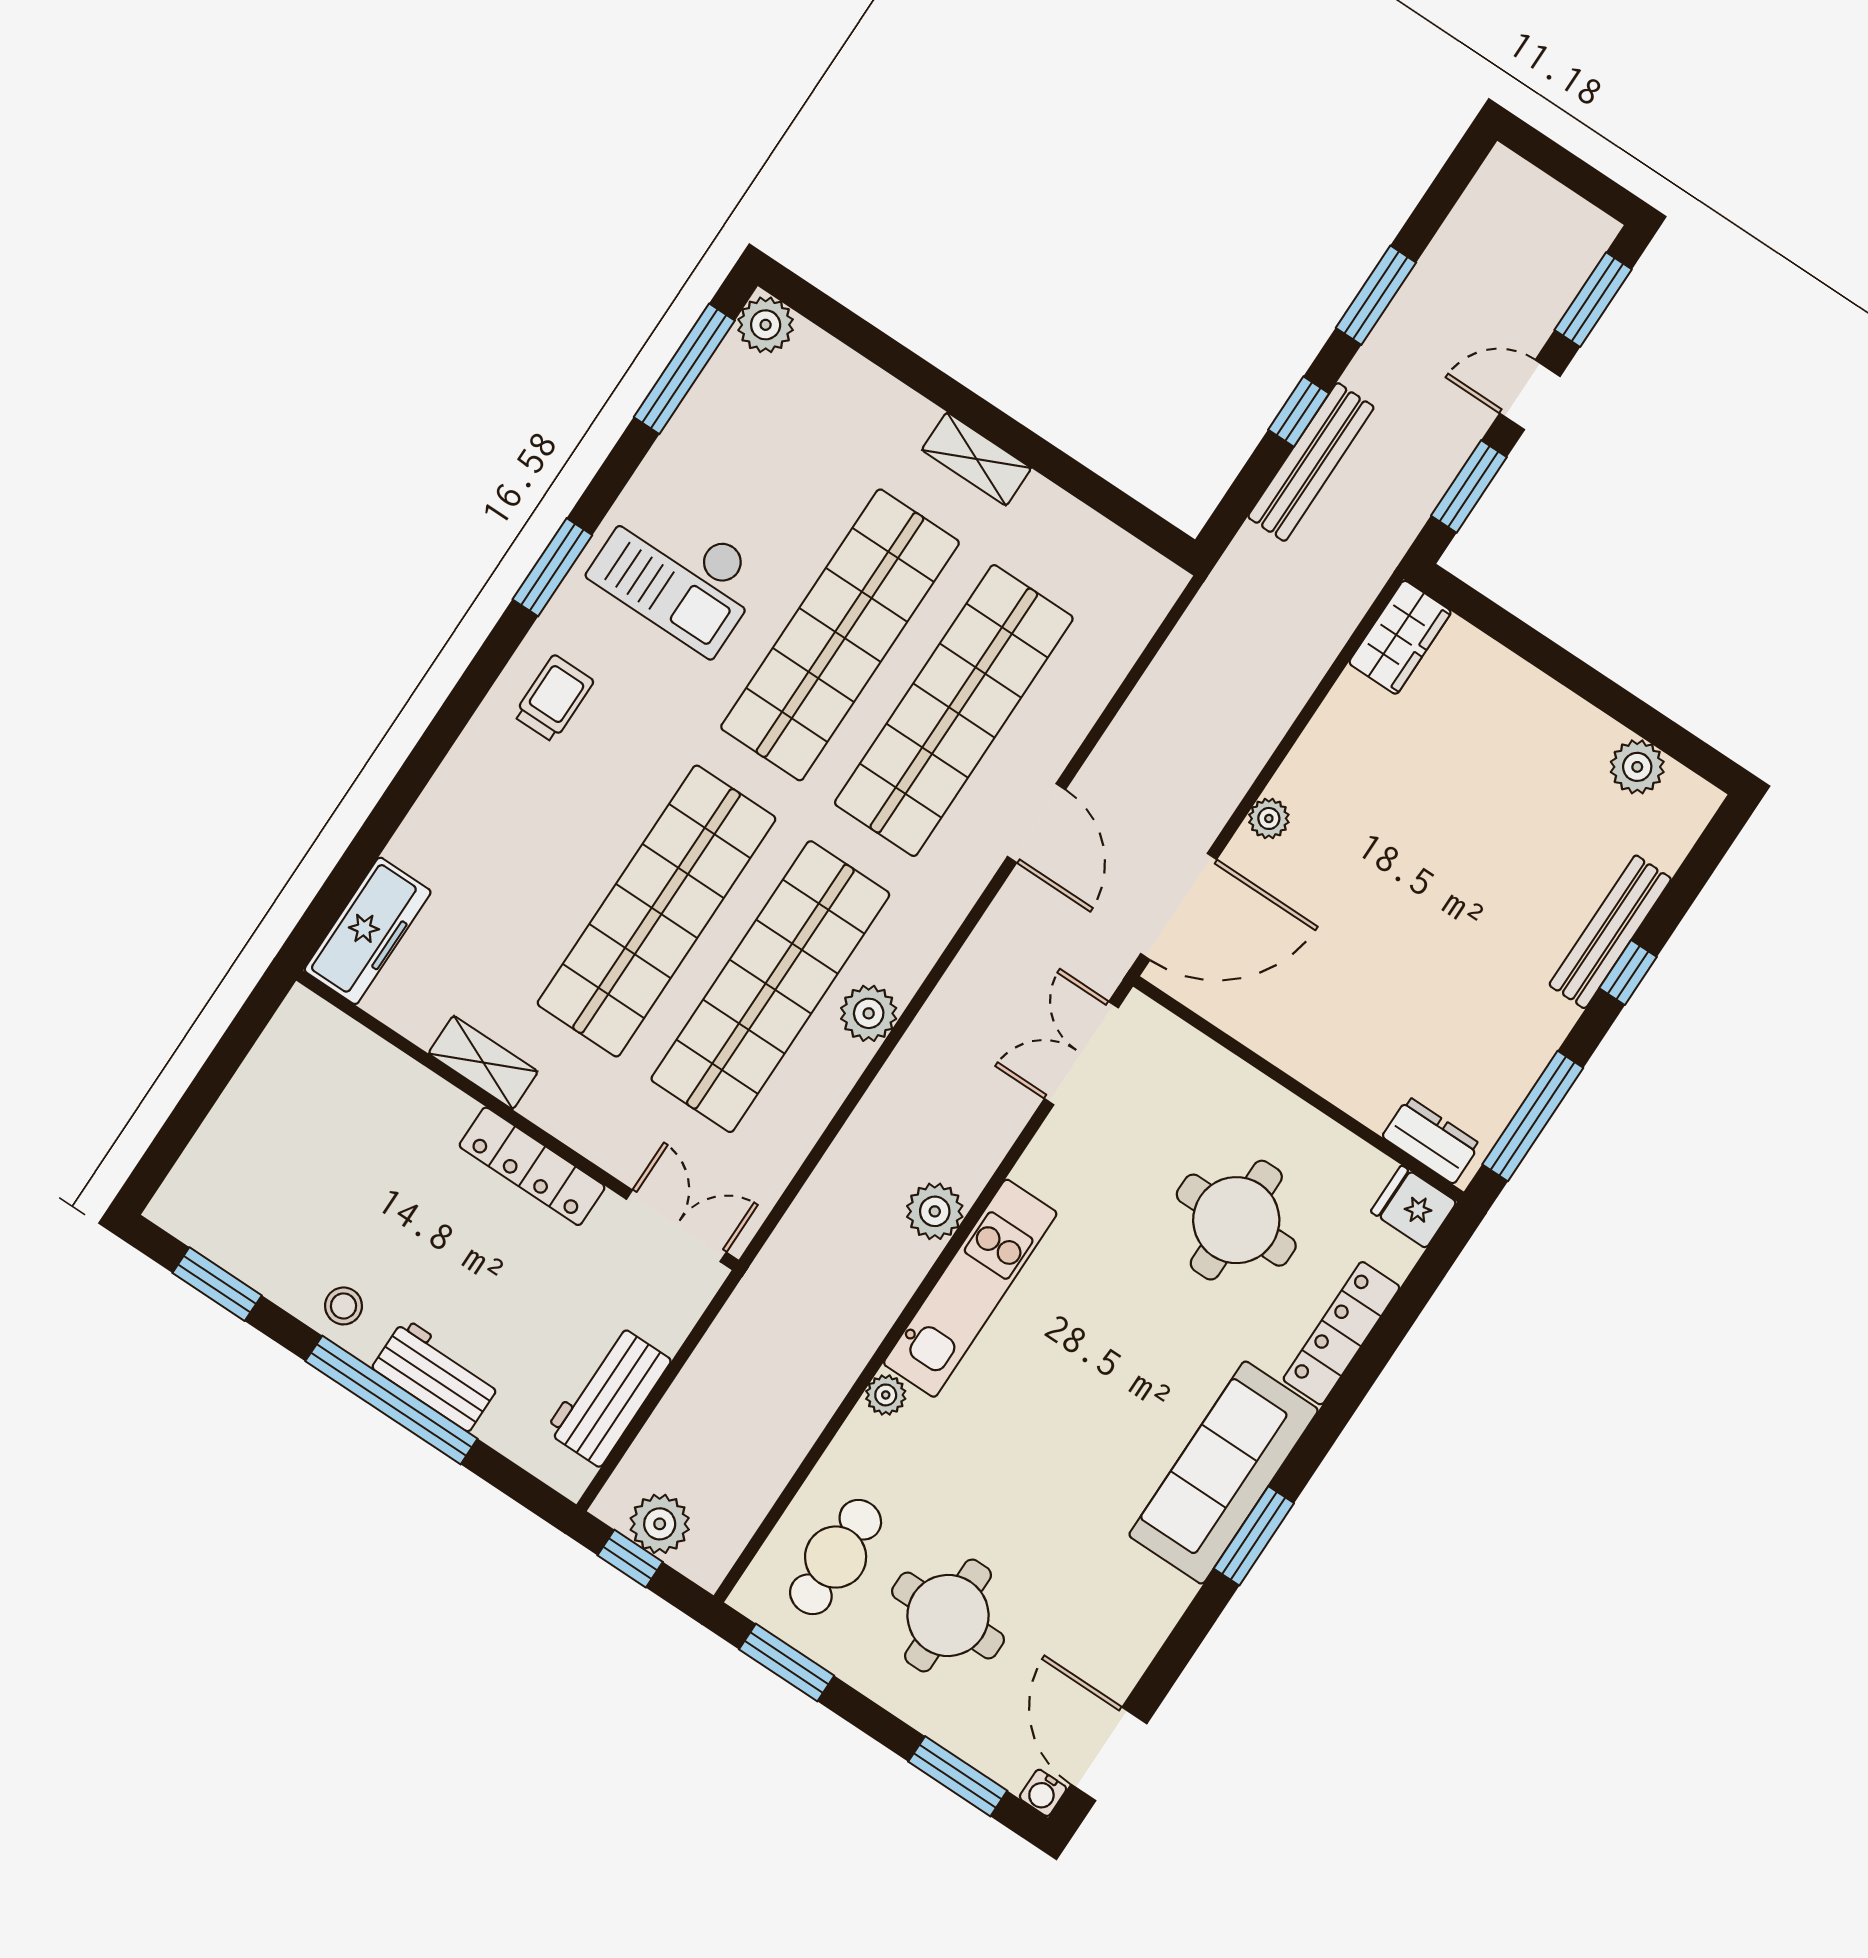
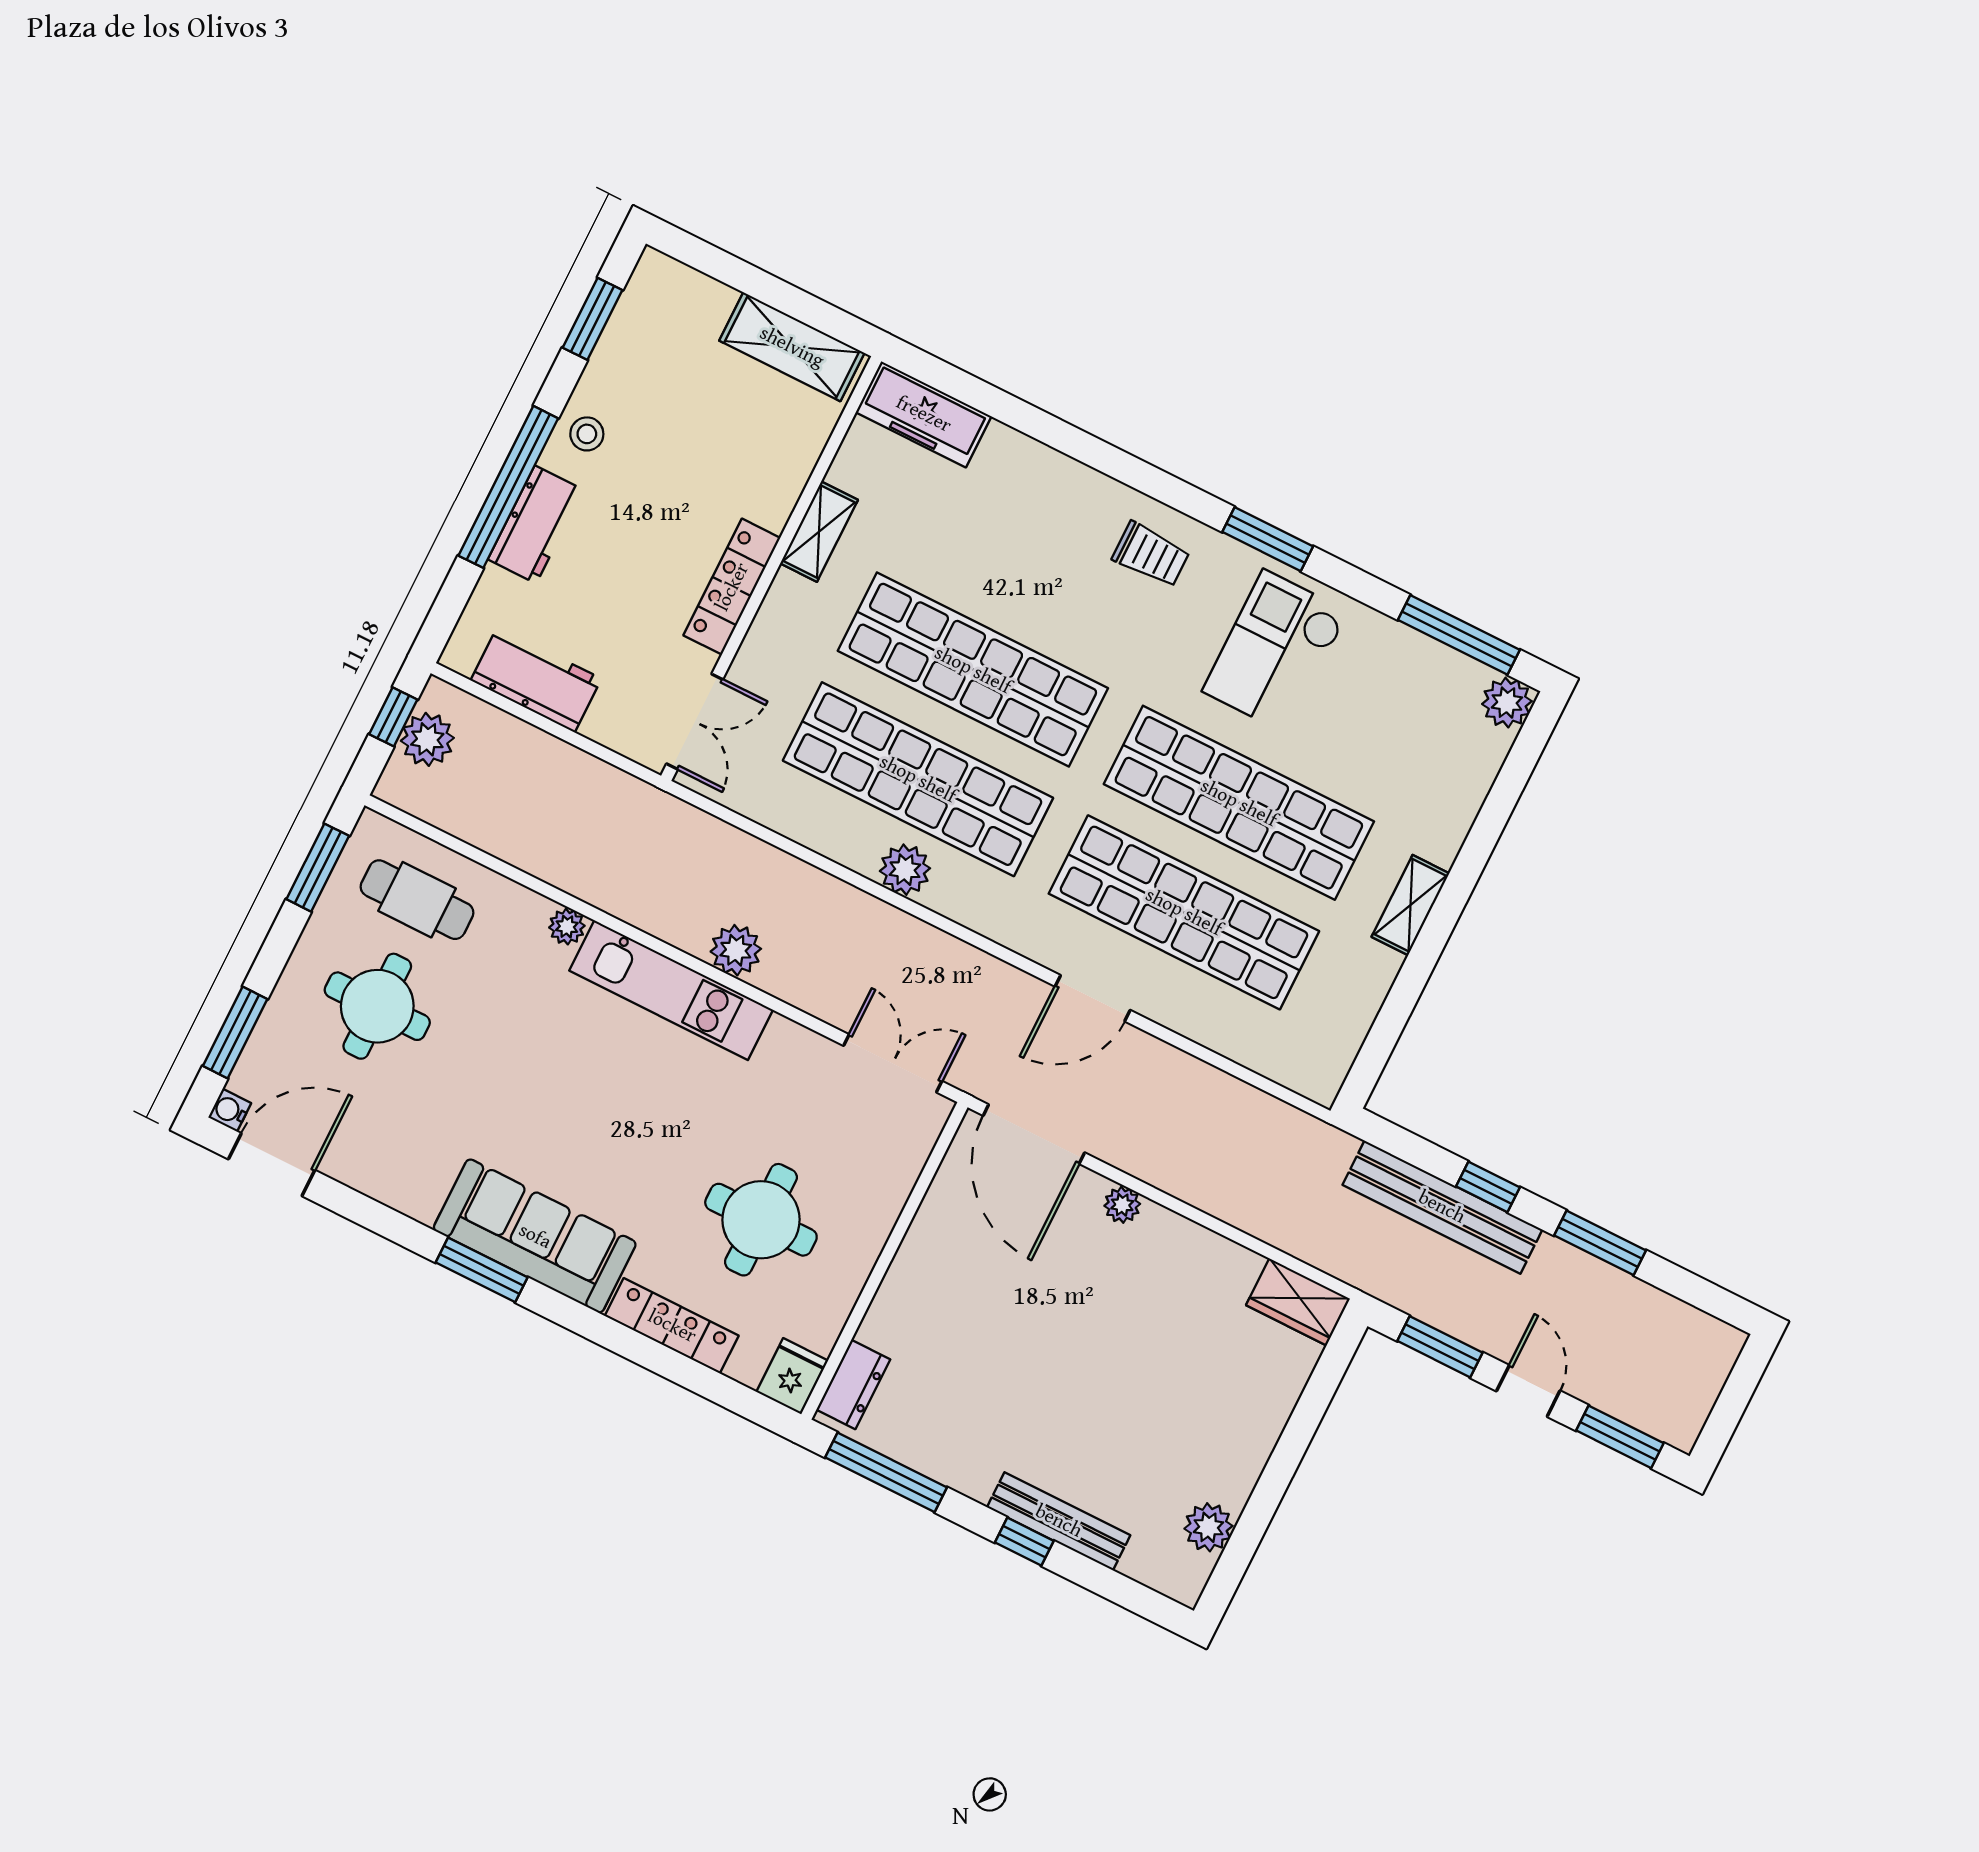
bench: (1311, 462) -> (1442, 1207), width x1.37, depth x1.21
shelving: (275, 1067) -> (792, 347), added

